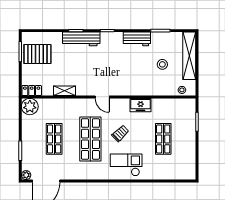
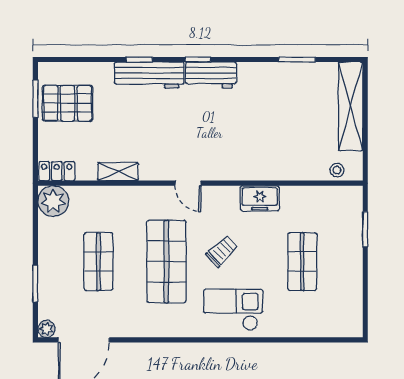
workbench: (137, 39) -> (211, 75), moved
stool: (162, 64) -> (300, 122), removed

